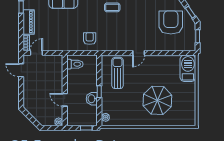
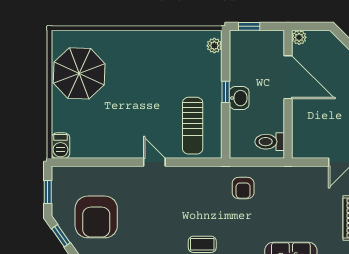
door: (139, 53) -> (154, 162), hinge flipped
barbecue: (188, 68) -> (60, 146), width x0.53, depth x0.65
washbasin: (92, 99) -> (239, 98), moved
door: (65, 100) -> (288, 77), width x1.87
parasol: (157, 100) -> (79, 73), moved

